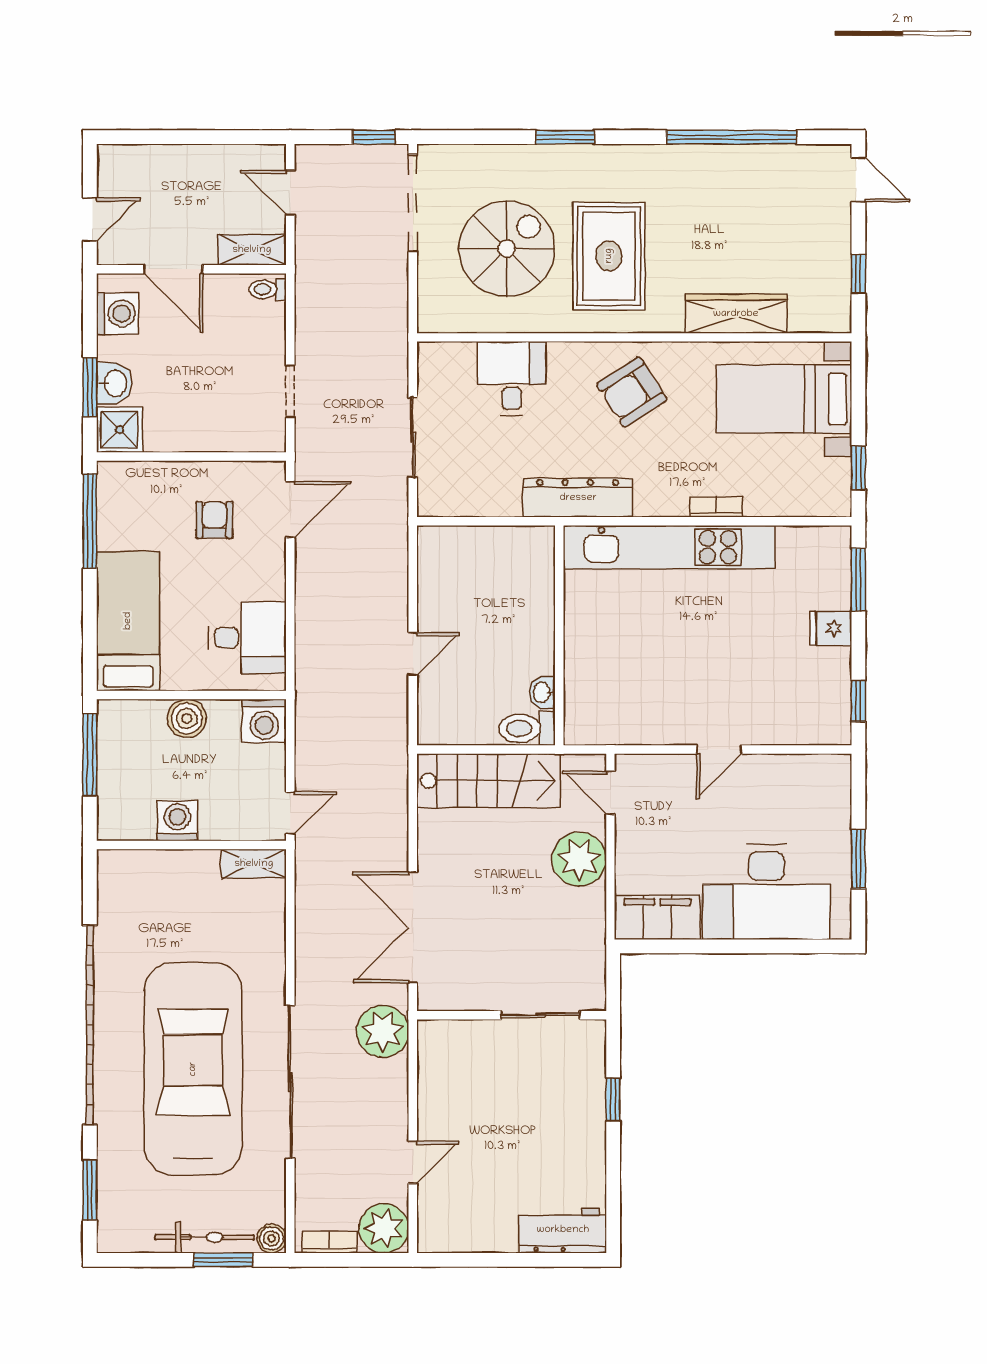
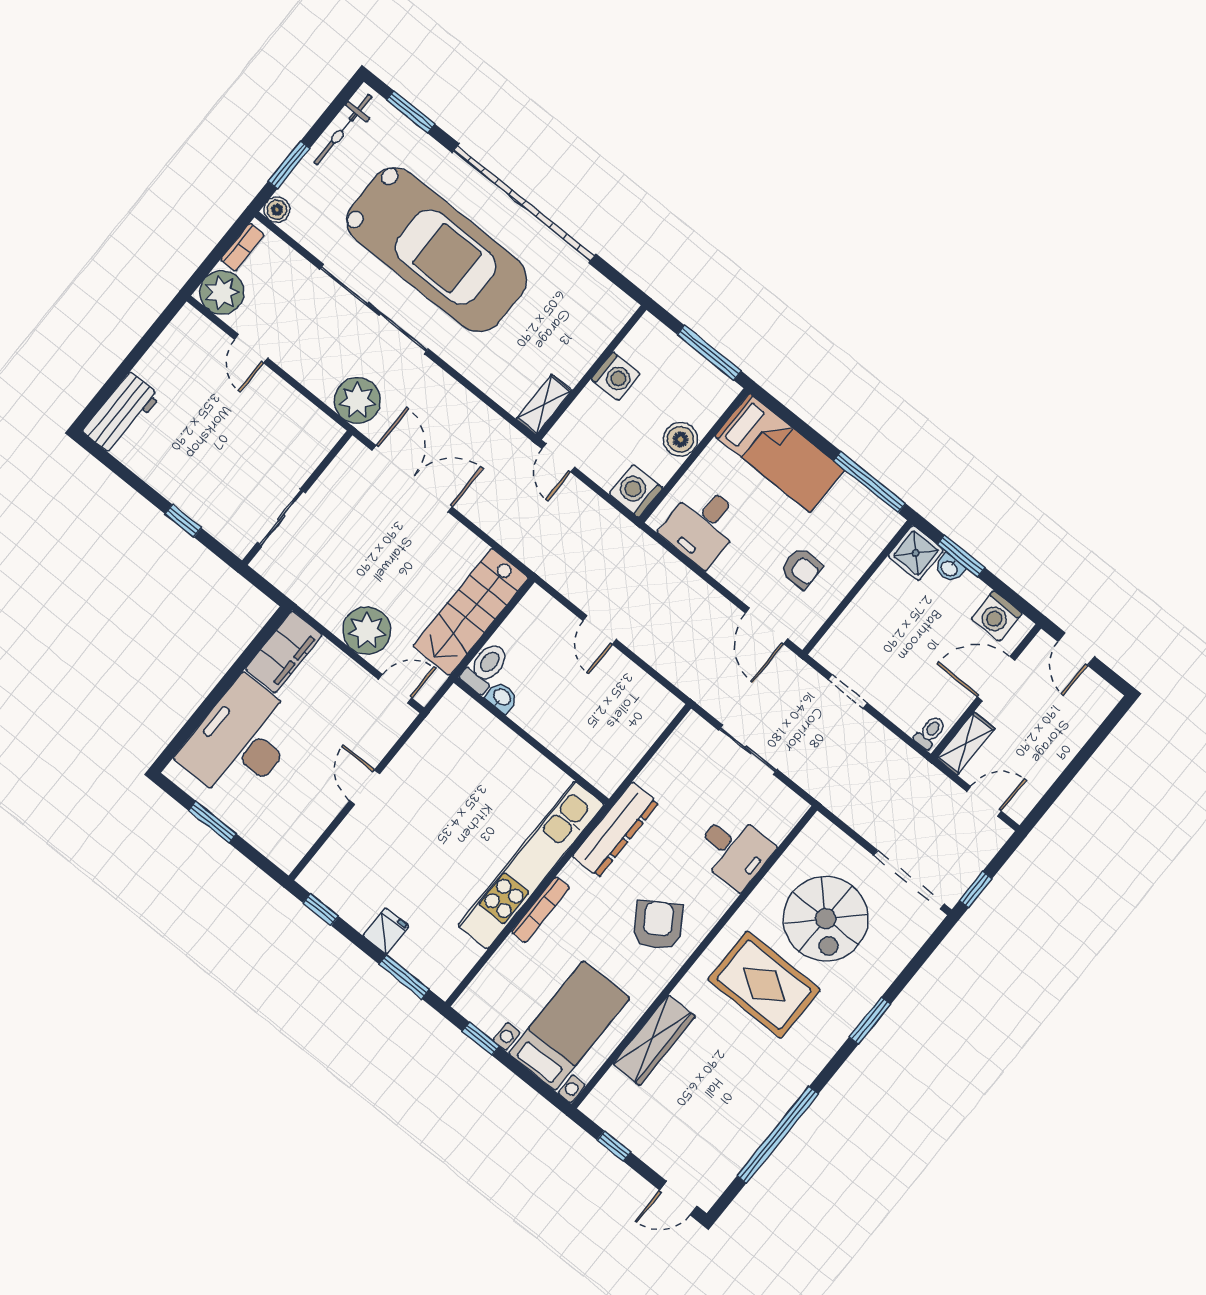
washbasin: (114, 383) -> (950, 568), width x0.72, depth x0.69
bookcase: (716, 507) -> (541, 910), width x1.56
bicycle: (205, 1237) -> (343, 130), moved

